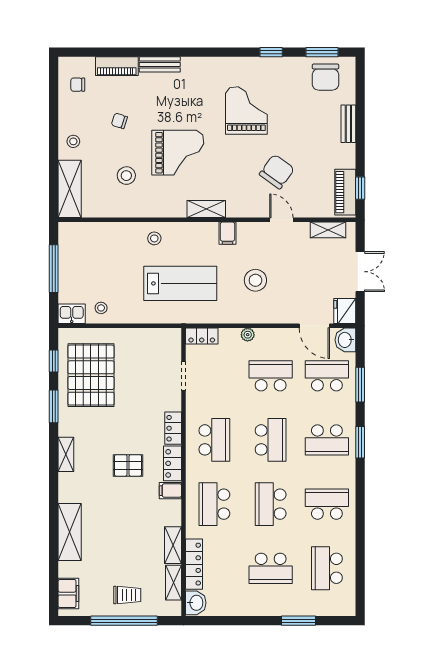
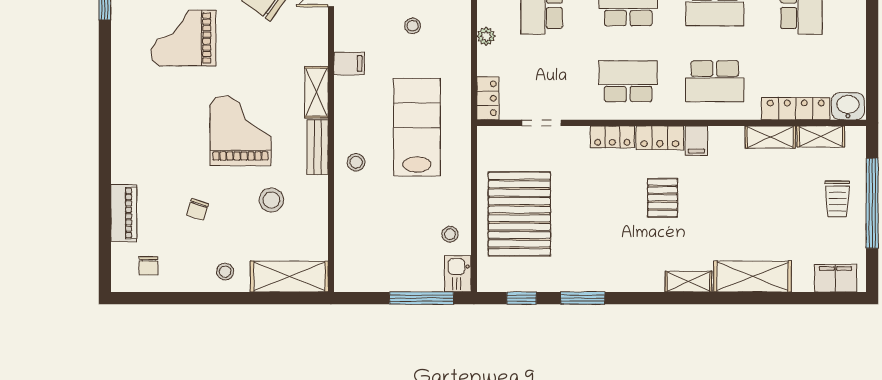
bench: (160, 64) -> (318, 147), moved
window: (54, 269) -> (422, 298), moved
stool: (255, 280) -> (413, 26), width x0.53, depth x0.53
pallet: (91, 375) -> (519, 214), moved, turned 90
shelving: (66, 454) -> (688, 282), moved
trolley: (127, 595) -> (837, 199), turned 180

